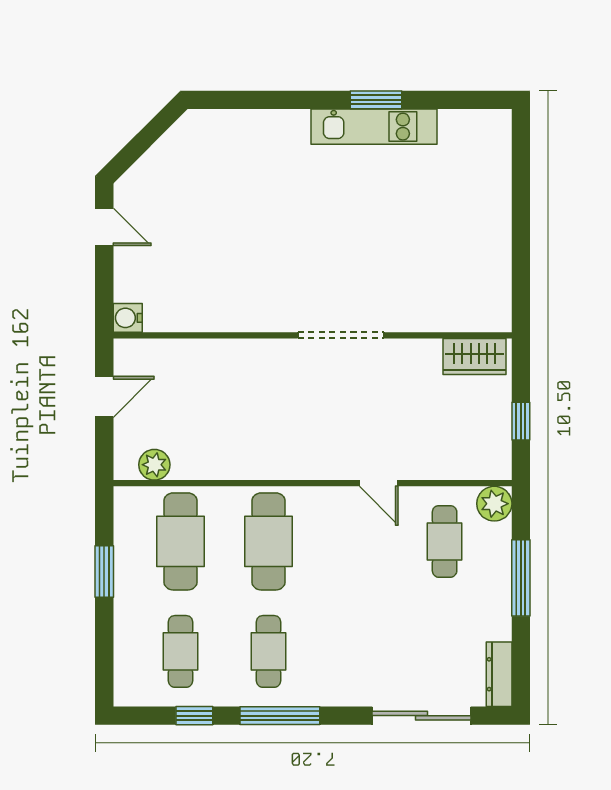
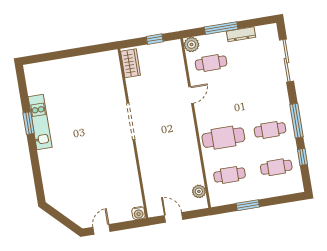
cafe table: (180, 541) -> (230, 175), width x0.73, depth x0.74
dresser: (499, 674) -> (241, 34), moved

